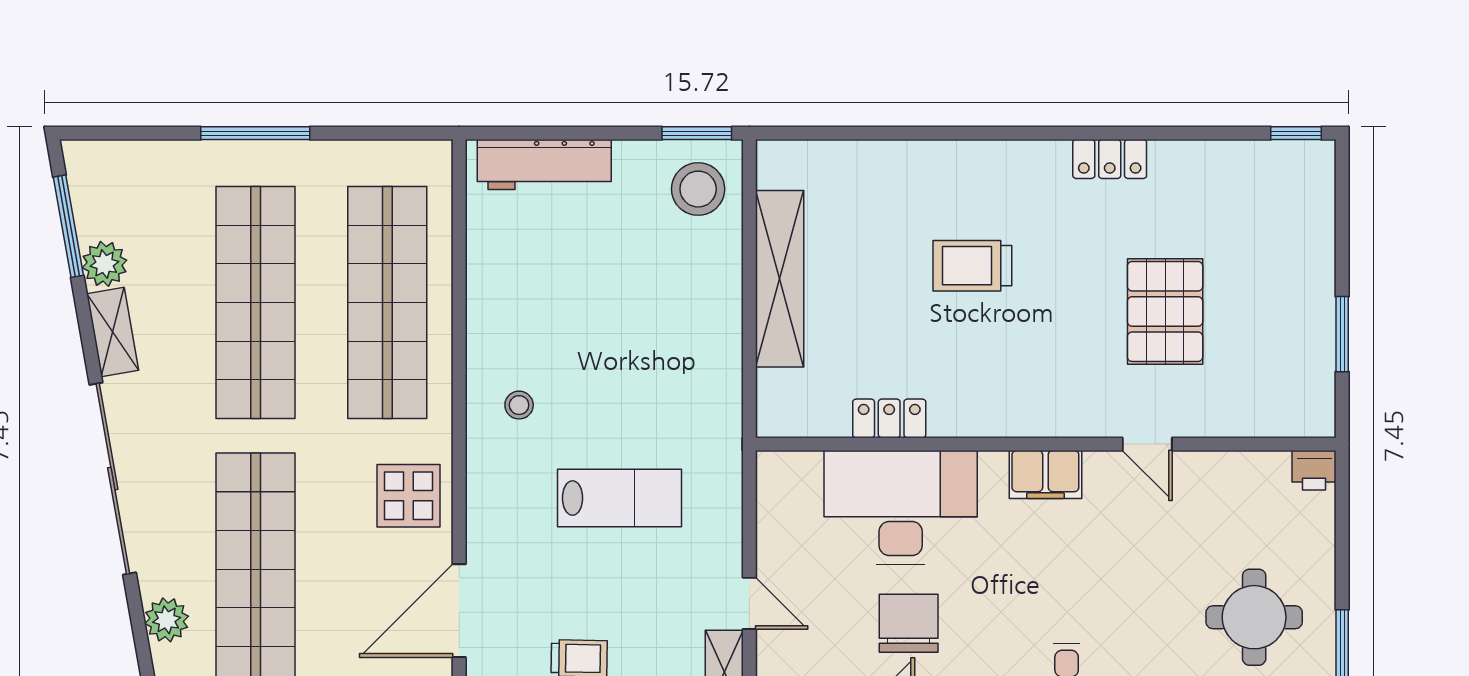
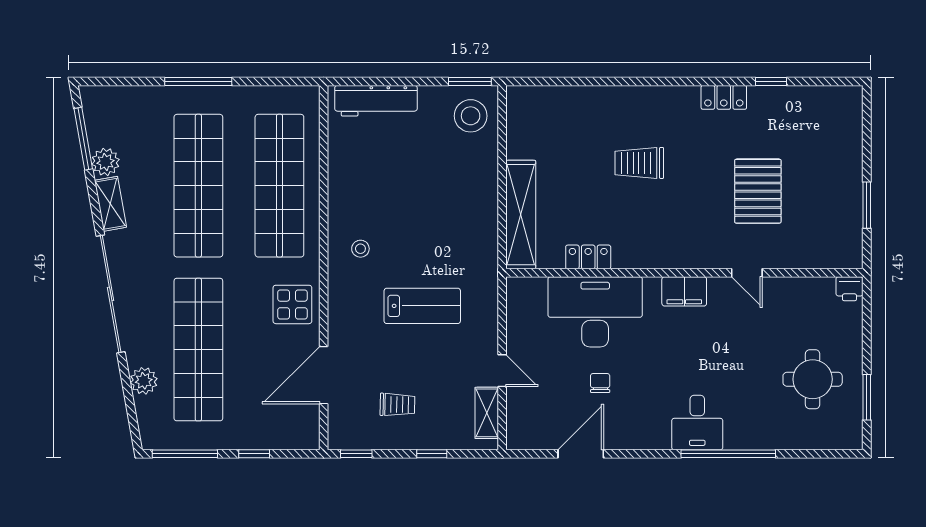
window: (1296, 133) -> (771, 81), moved
shelving: (780, 279) -> (521, 215), moved
chair: (909, 623) -> (600, 383), width x0.54, depth x0.54

